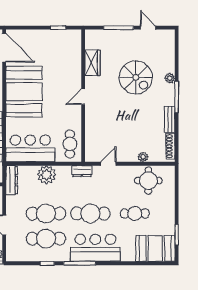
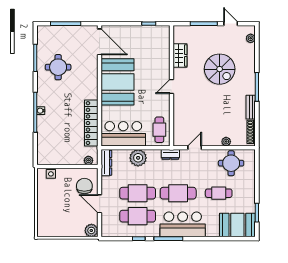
plant: (170, 78) -> (251, 38), moved

